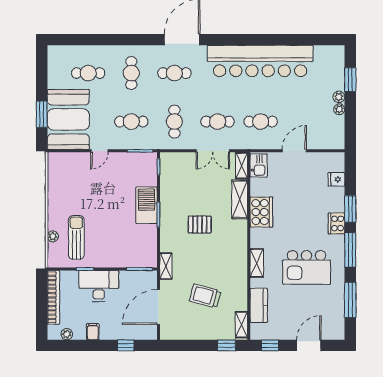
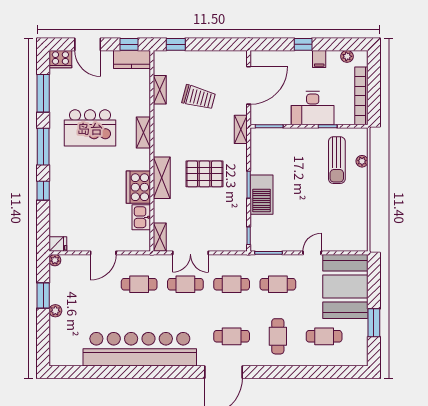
window: (350, 80) -> (43, 296), moved
plant: (339, 109) -> (55, 260), moved
window: (42, 114) -> (374, 323), moved
cafe table: (174, 122) -> (232, 284), turned 90
double door: (213, 151) -> (190, 253), swing flipped
kitchen sink: (259, 165) -> (141, 217), moved
fridge: (336, 179) -> (58, 244), moved
shelving: (240, 199) -> (162, 178), moved
window: (350, 209) -> (43, 191), width x0.67
cooker: (337, 223) -> (60, 59), moved, turned 90
pallet: (200, 225) -> (204, 174), width x1.50, depth x1.42
kitchen island: (307, 267) -> (90, 128), turned 180
kitchen counter: (259, 305) -> (132, 59), moved, turned -90
shelving: (241, 325) -> (160, 90), moved
window: (126, 345) -> (303, 44), moved
door: (309, 345) -> (88, 44), hinge flipped

